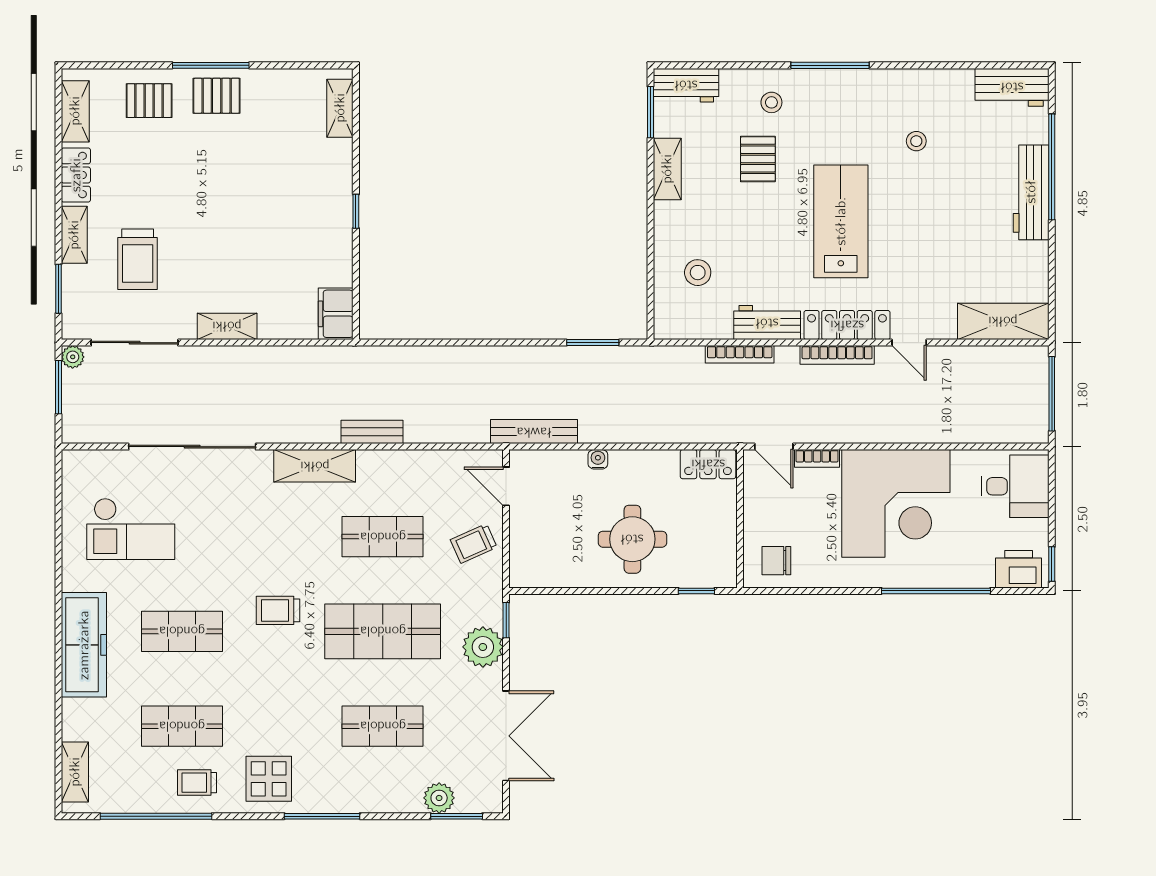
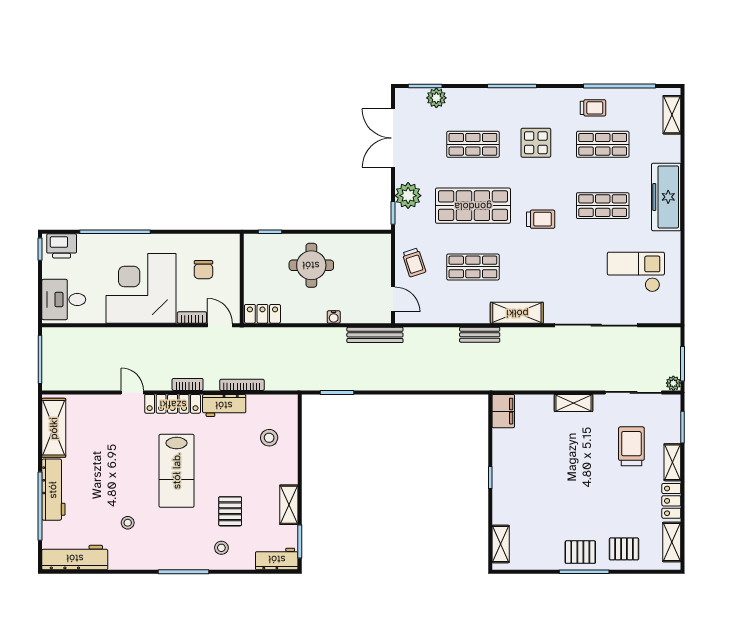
workbench: (1012, 87) -> (75, 558), width x1.38
shelving: (1003, 321) -> (54, 428), moved, turned 90
bookcase: (837, 355) -> (188, 384), width x0.64
trolley: (474, 544) -> (414, 262), turned 96
chair: (776, 561) -> (203, 270), moved, turned 90
display table: (269, 779) -> (536, 143), moved

